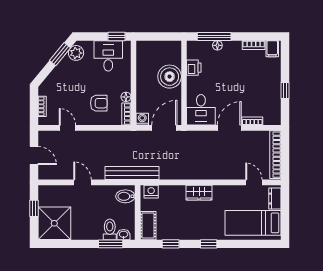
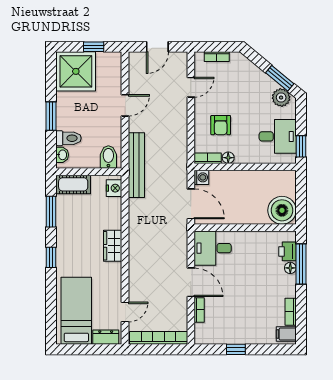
printer: (194, 68) -> (287, 251), moved, turned 90
boiler: (170, 77) -> (282, 210), moved
window: (111, 244) -> (51, 116), moved
window: (171, 244) -> (51, 212), width x1.50

